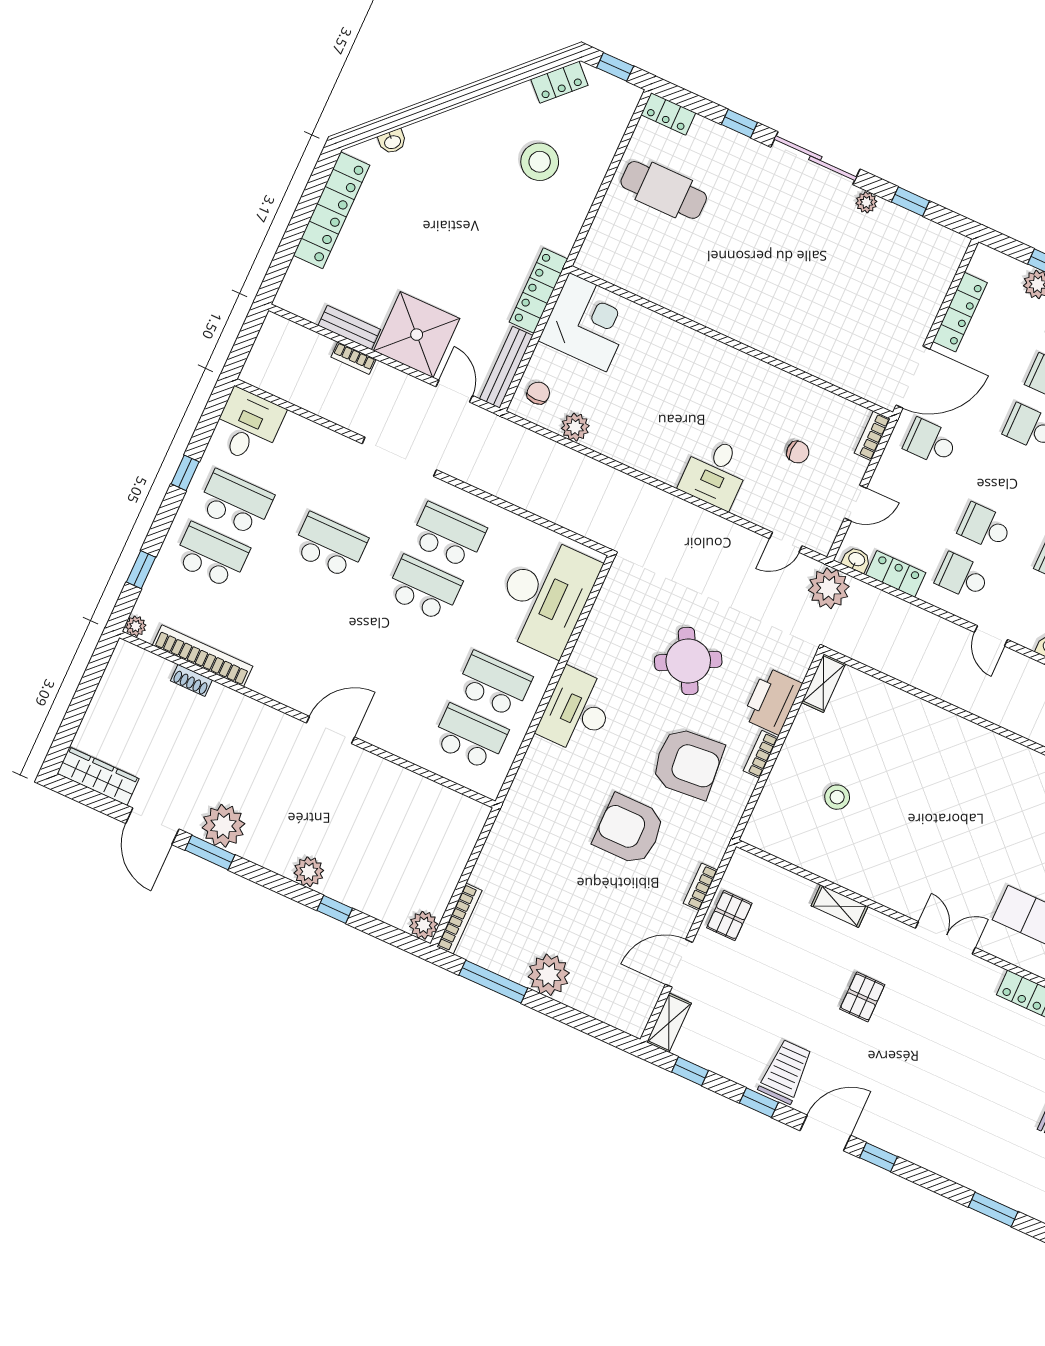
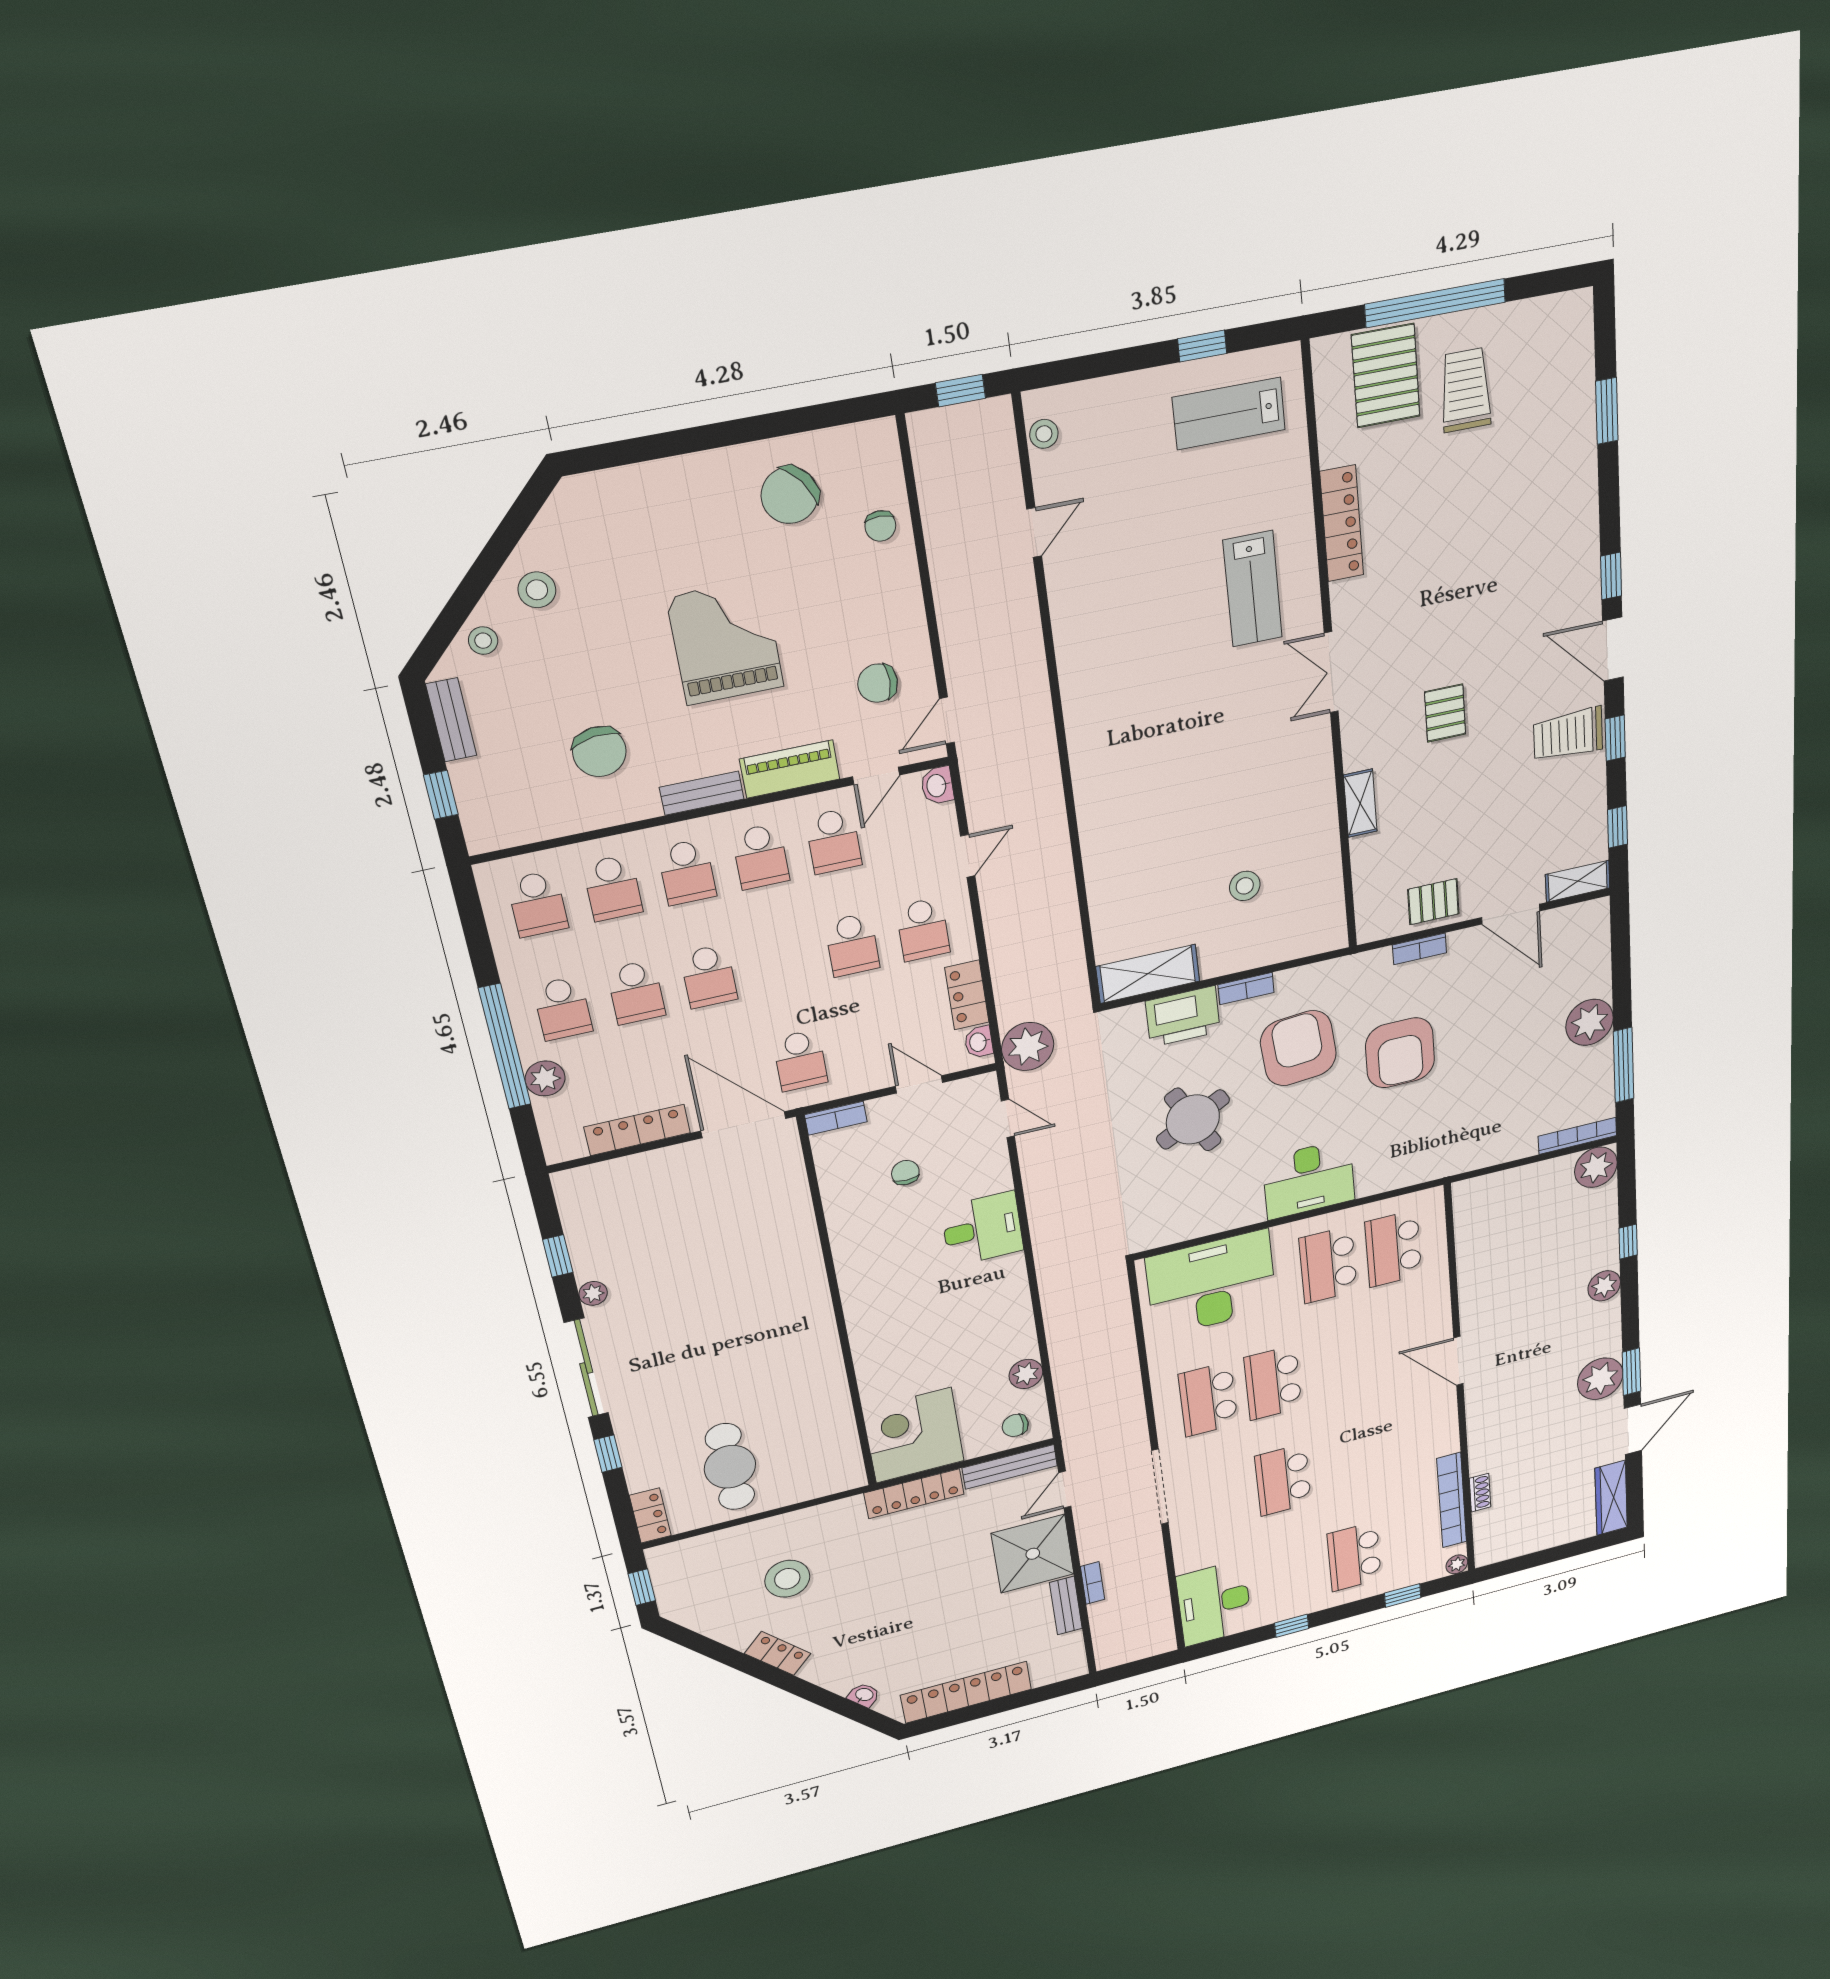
locker: (559, 82) -> (778, 1653), moved
desk: (248, 426) -> (1214, 1603), width x1.37
school desk: (236, 503) -> (1293, 1573), removed
shelving: (824, 683) -> (1148, 974), width x1.50, depth x1.33
plant: (424, 925) -> (1596, 1167), width x1.36, depth x1.36
pallet: (862, 997) -> (1445, 713), turned 90

